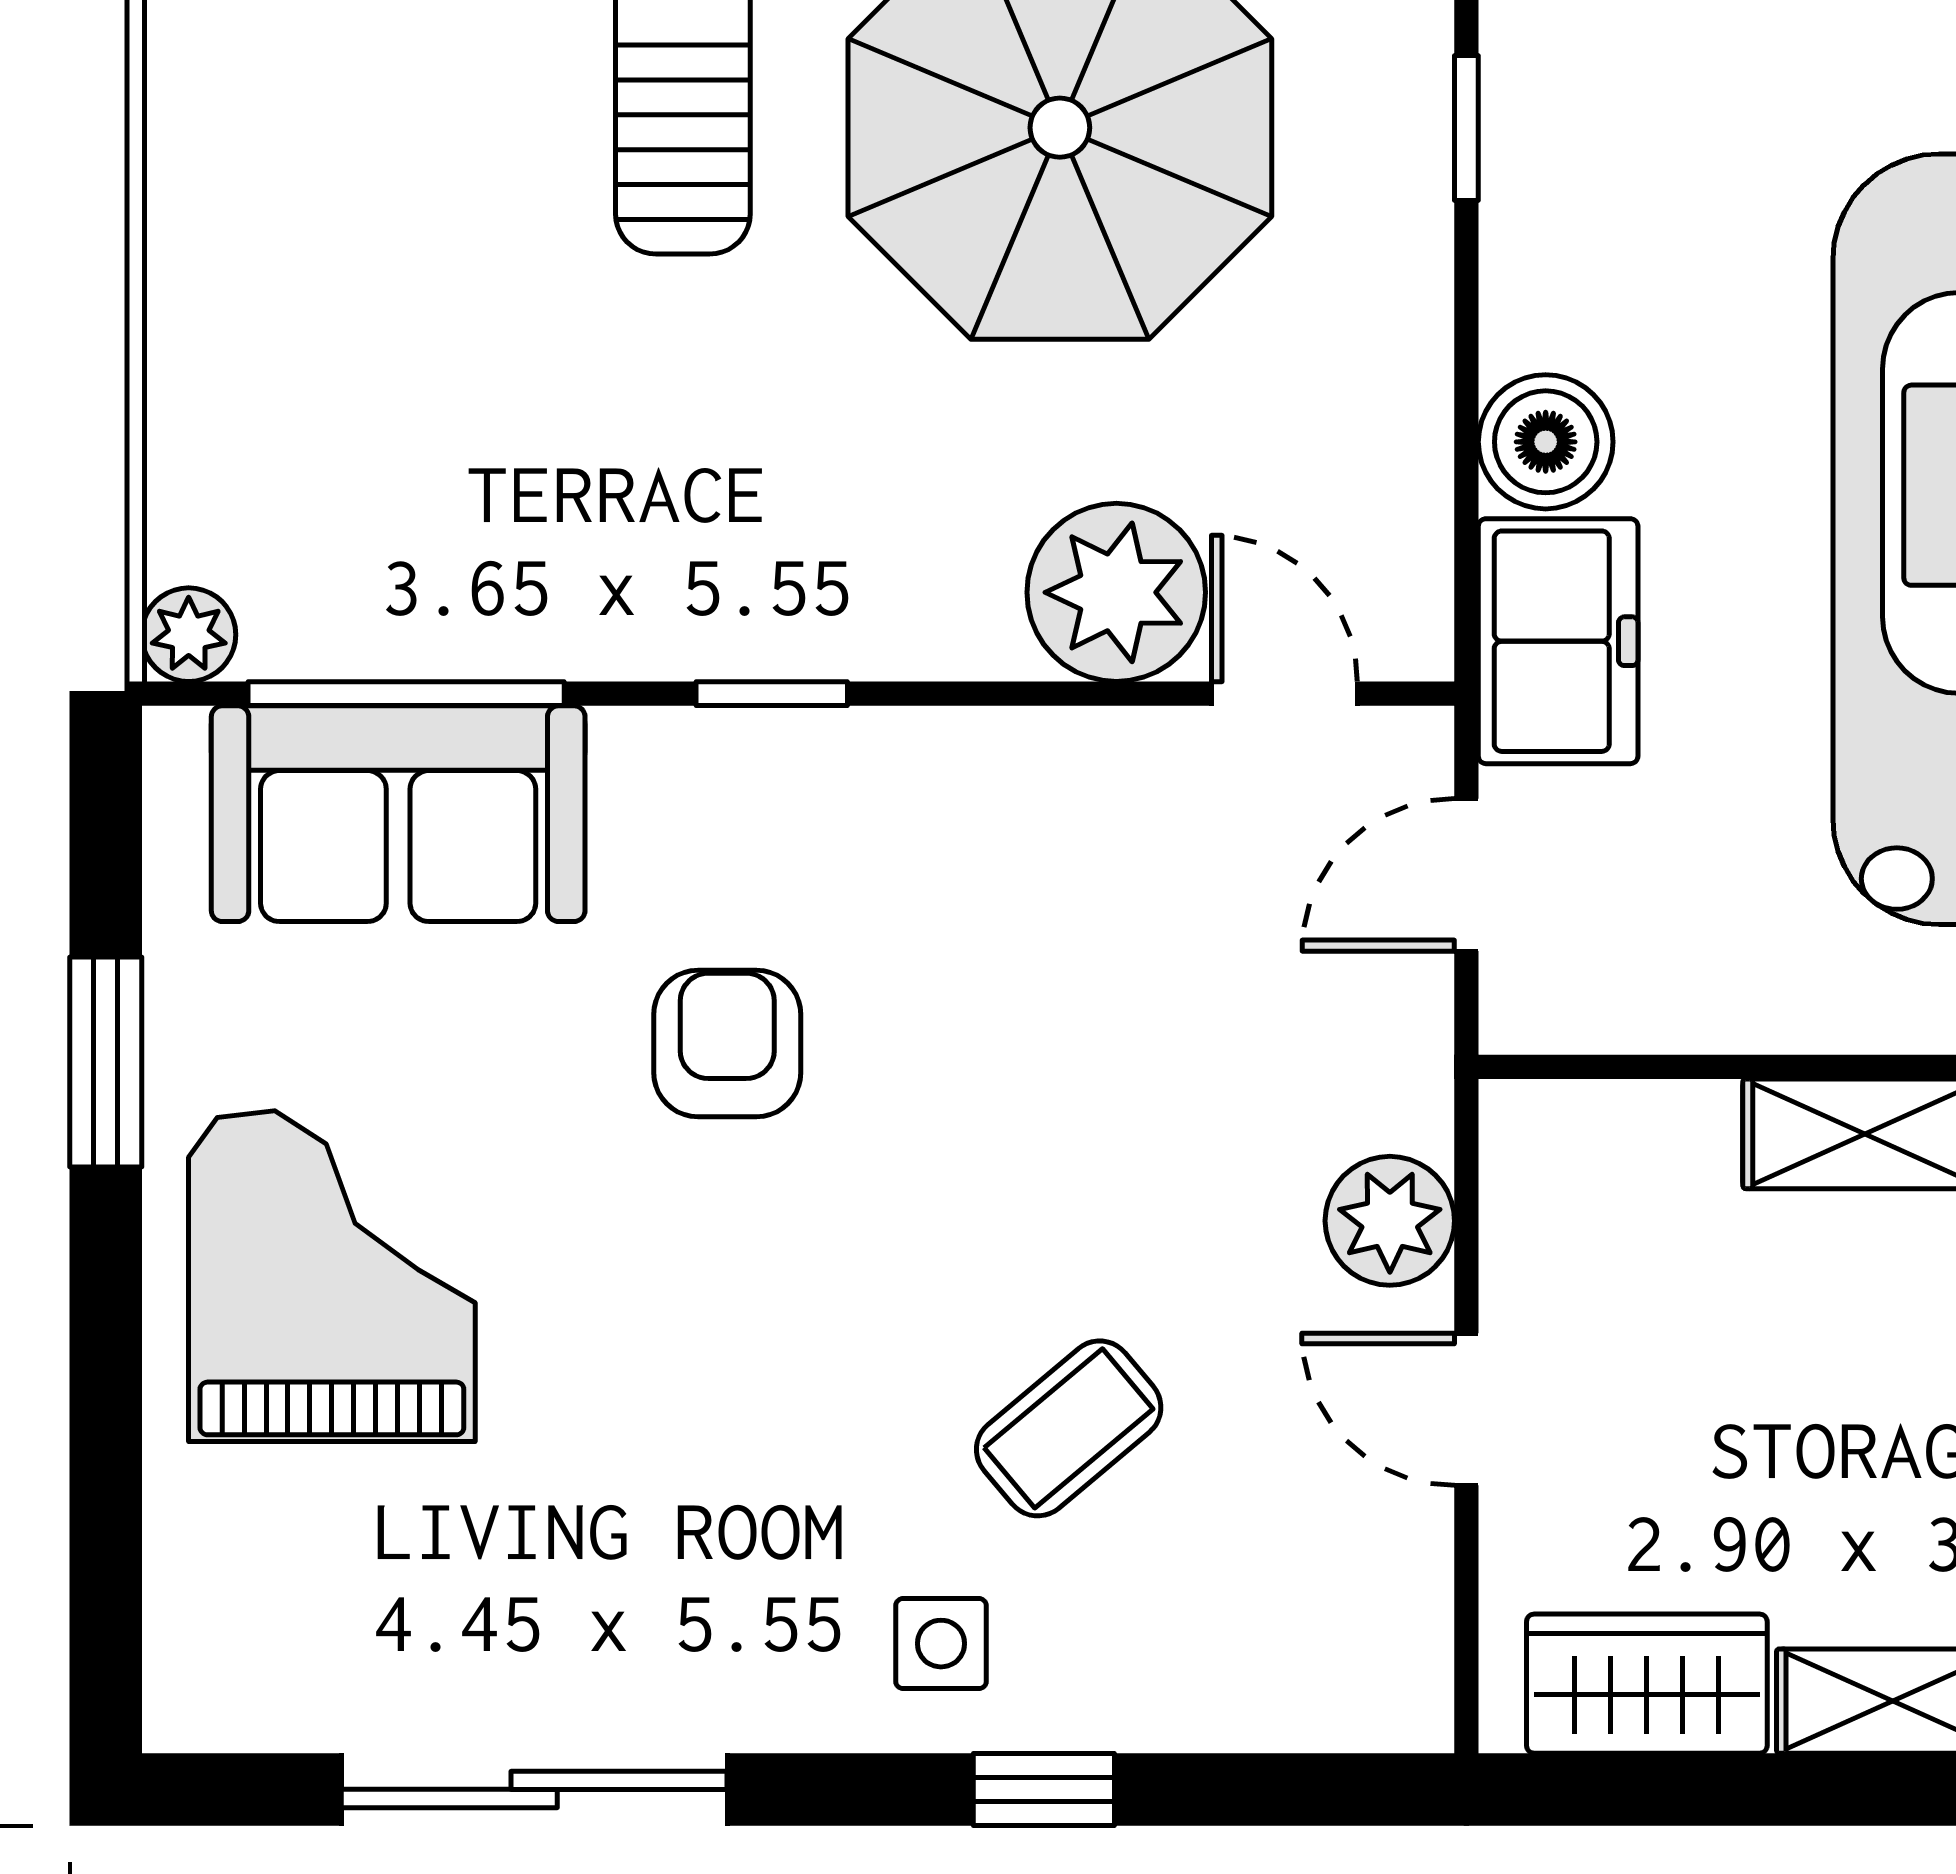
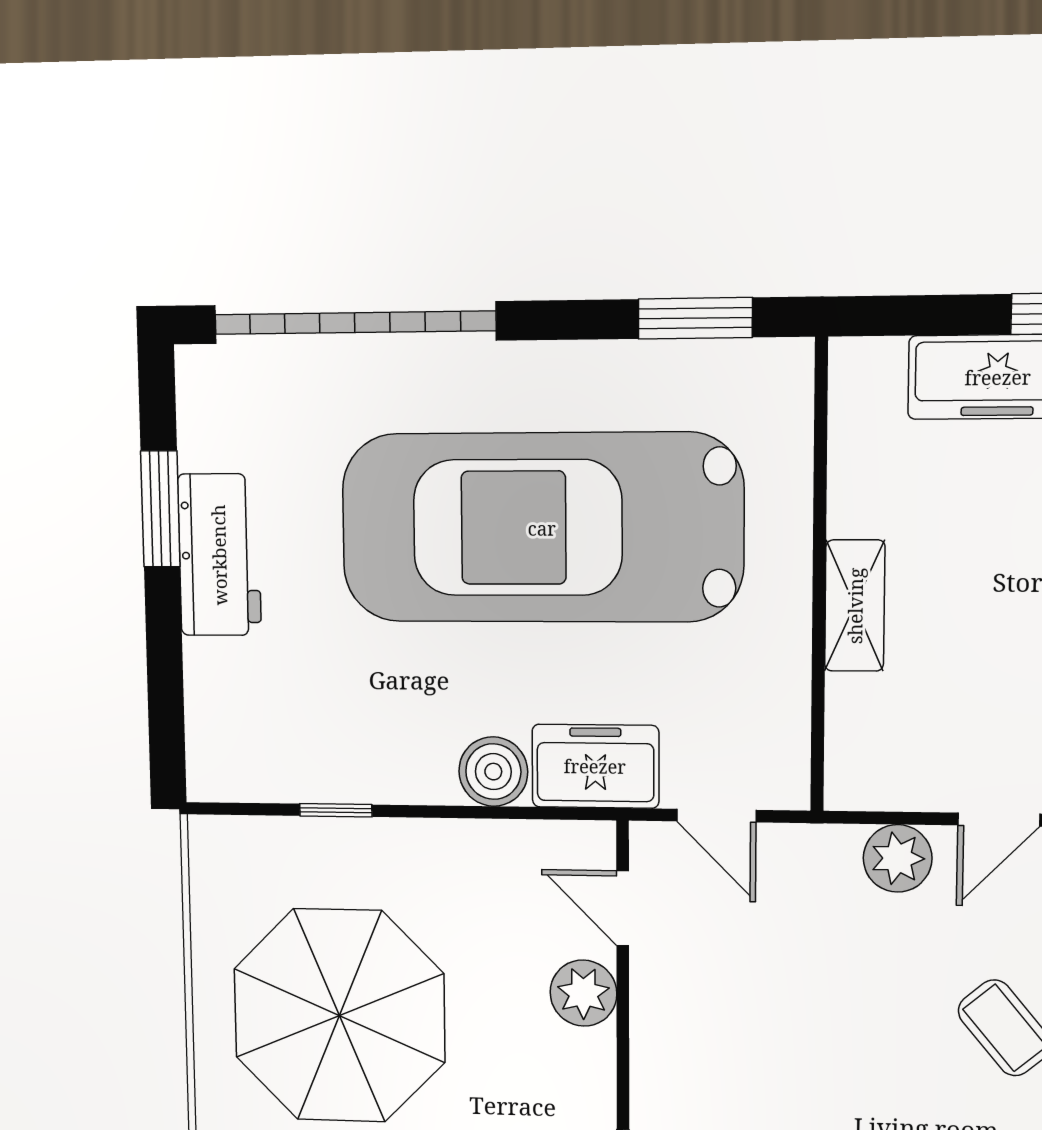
plant: (1116, 592) -> (583, 993), width x0.73, depth x0.73
door: (1284, 694) -> (623, 908), hinge flipped

